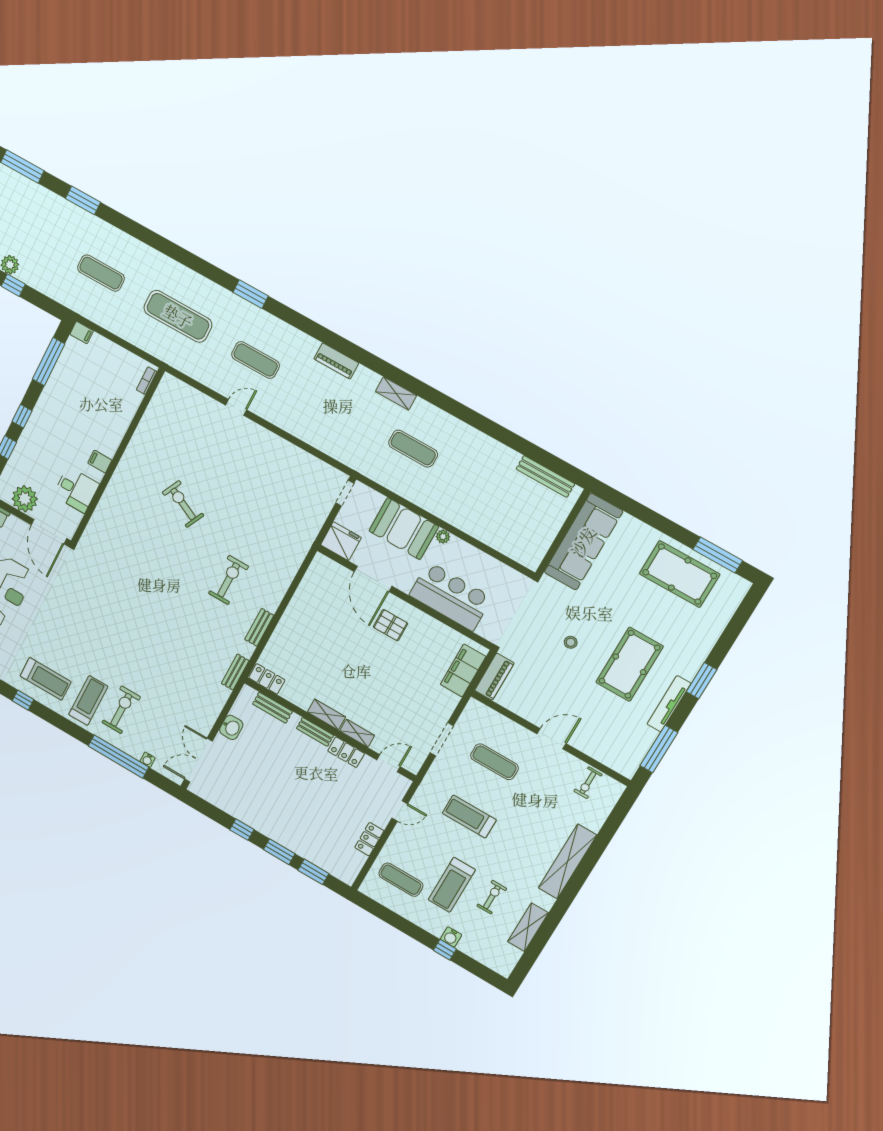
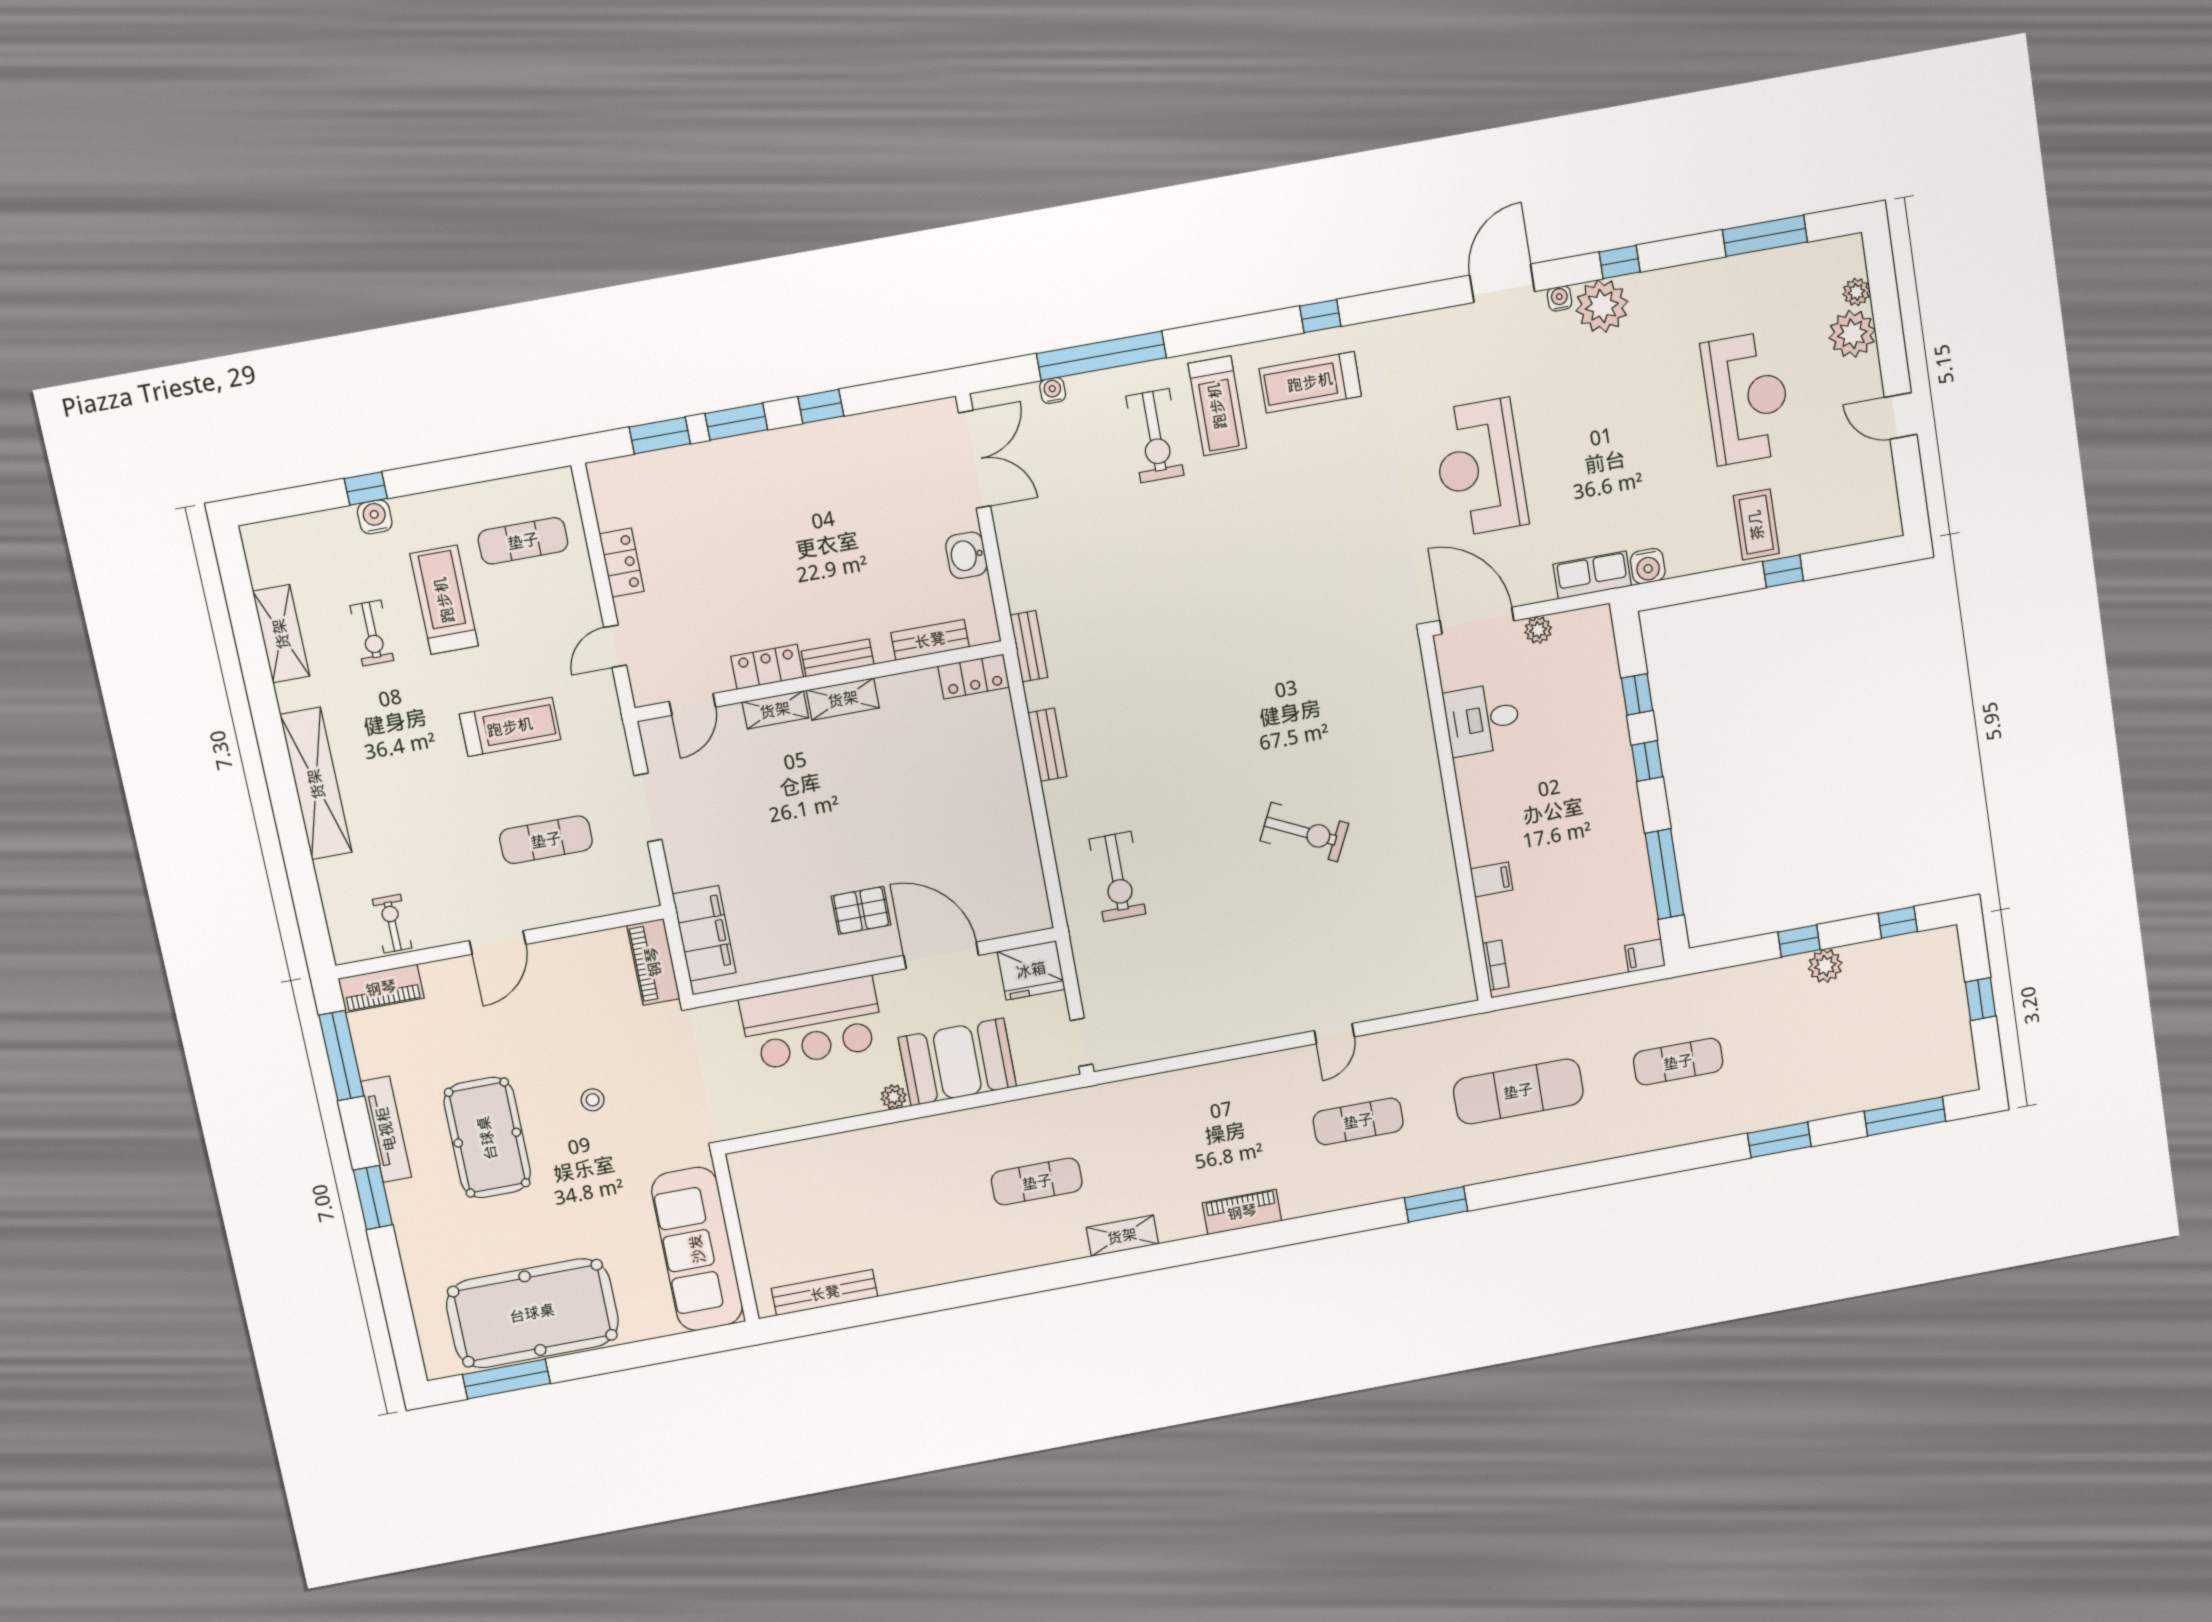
filing cabinet: (100, 462) -> (1492, 879), moved
plant: (25, 499) -> (1538, 630), width x0.53, depth x0.53
pool table: (680, 574) -> (532, 1313), width x1.36, depth x1.32
exercise bike: (229, 580) -> (1117, 876), moved
piano: (617, 761) -> (381, 988), added

